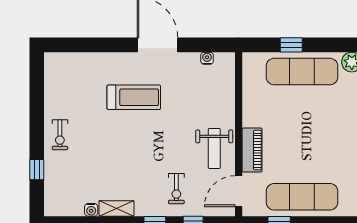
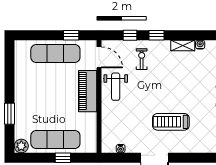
weight bench: (214, 148) -> (116, 87), turned 180
piano: (252, 150) -> (88, 91), width x1.37, depth x1.33
door: (239, 191) -> (99, 57), hinge flipped

